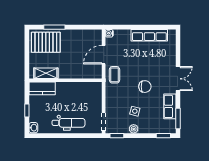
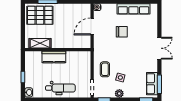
coffee table: (115, 75) -> (105, 69), moved
chair: (145, 87) -> (122, 32), moved
kitchen counter: (42, 88) -> (54, 57), moved
row of seats: (170, 106) -> (152, 84), moved

